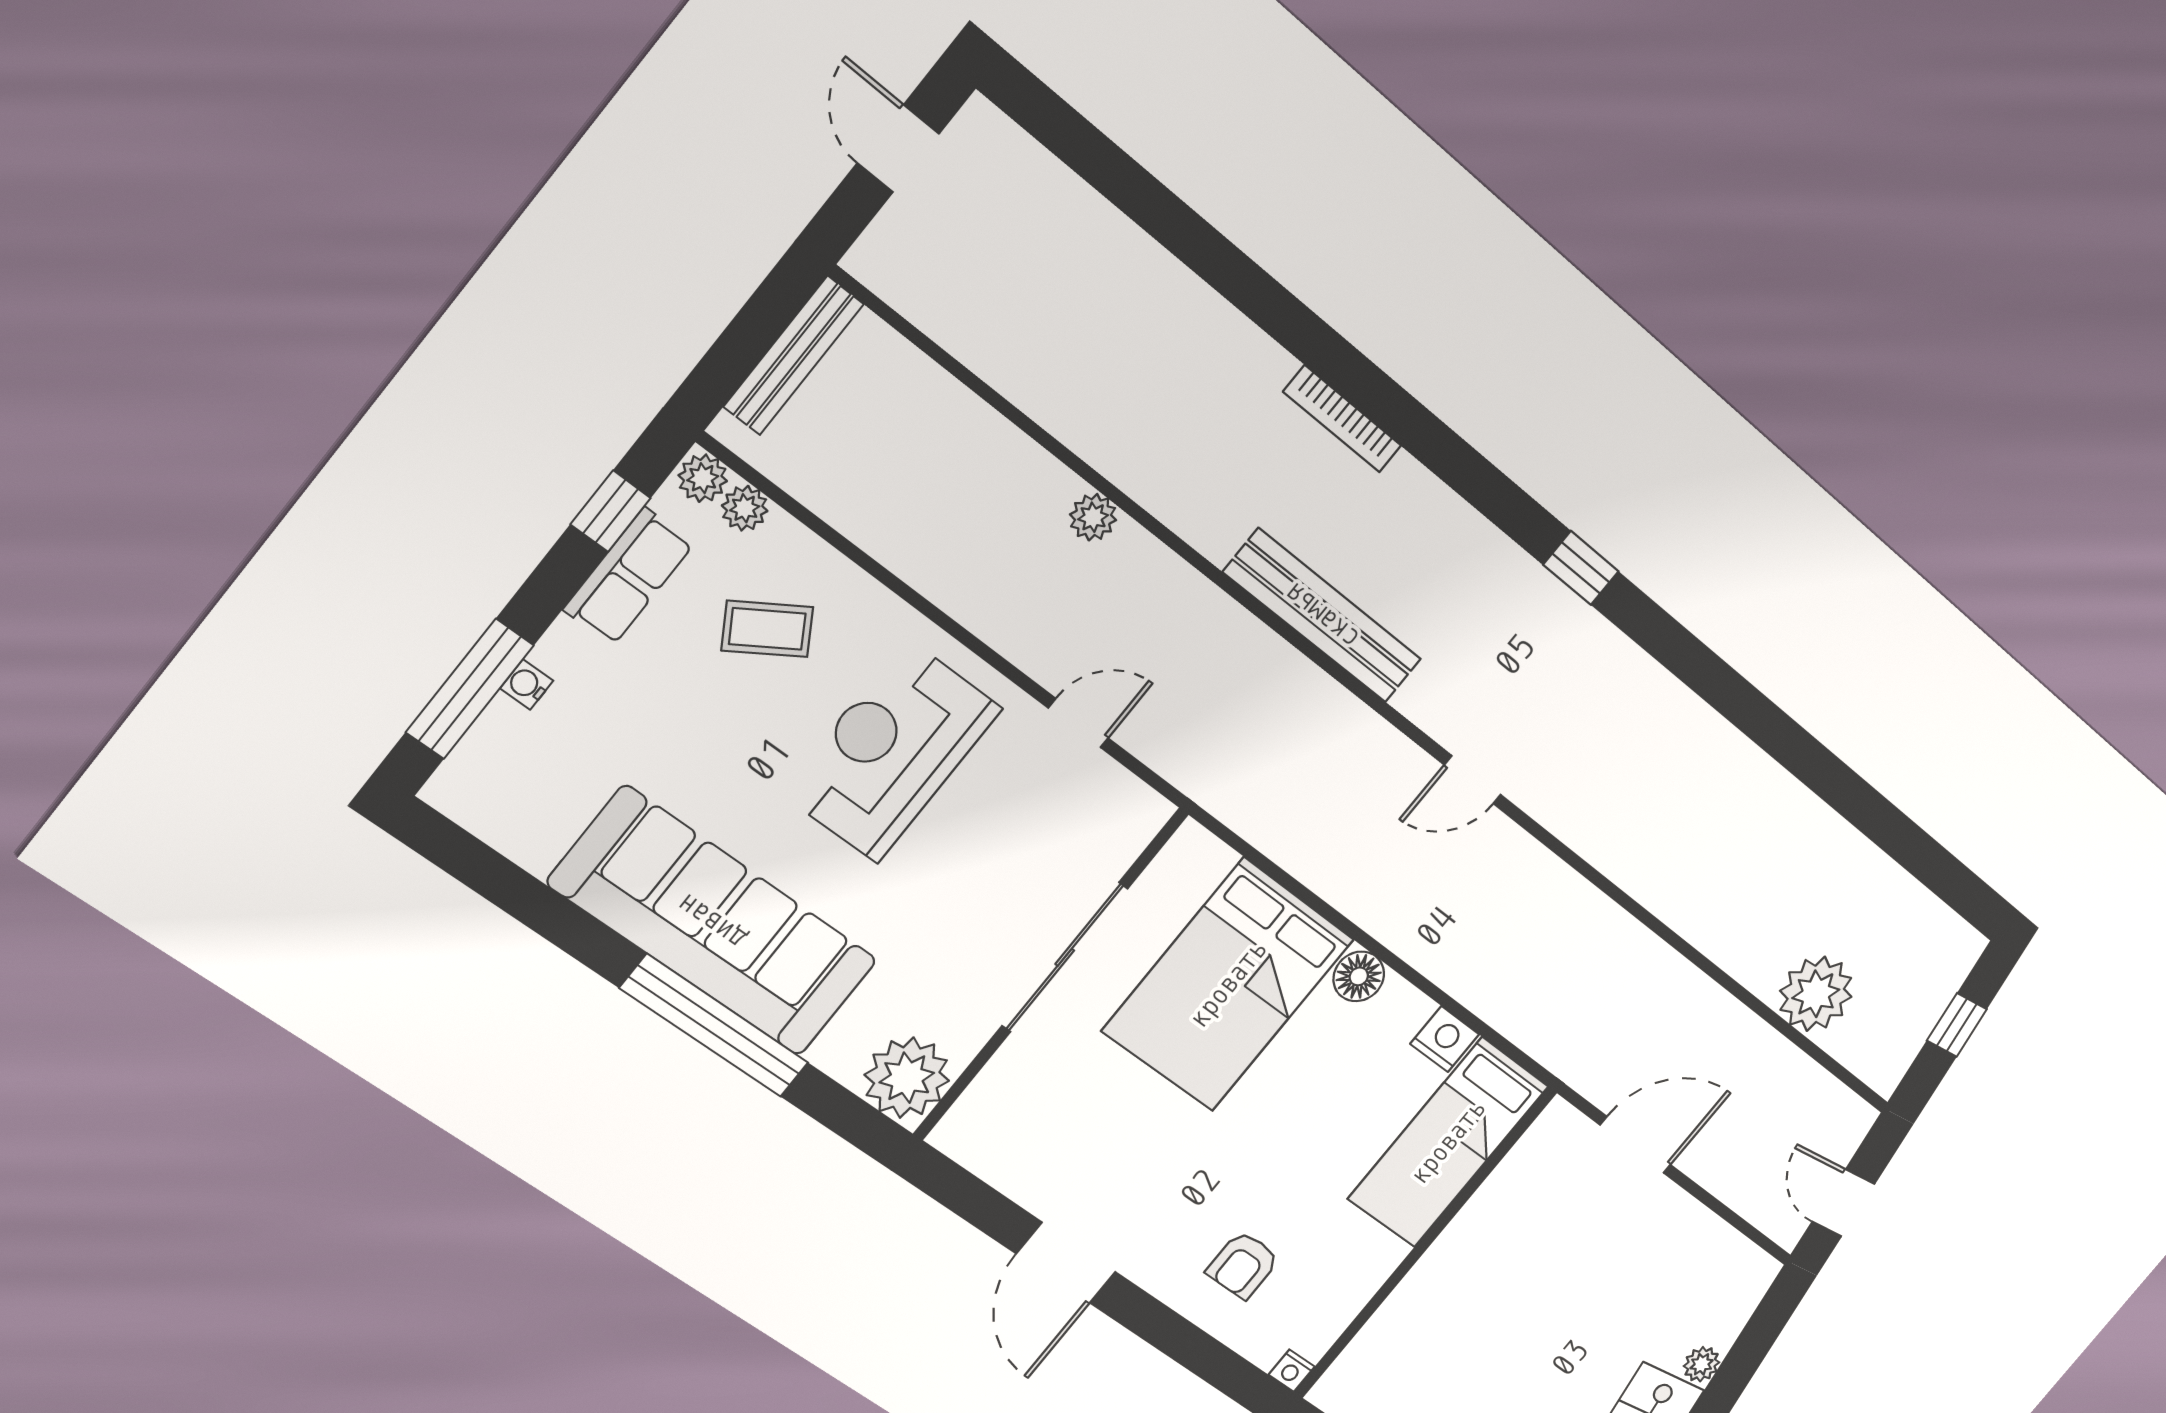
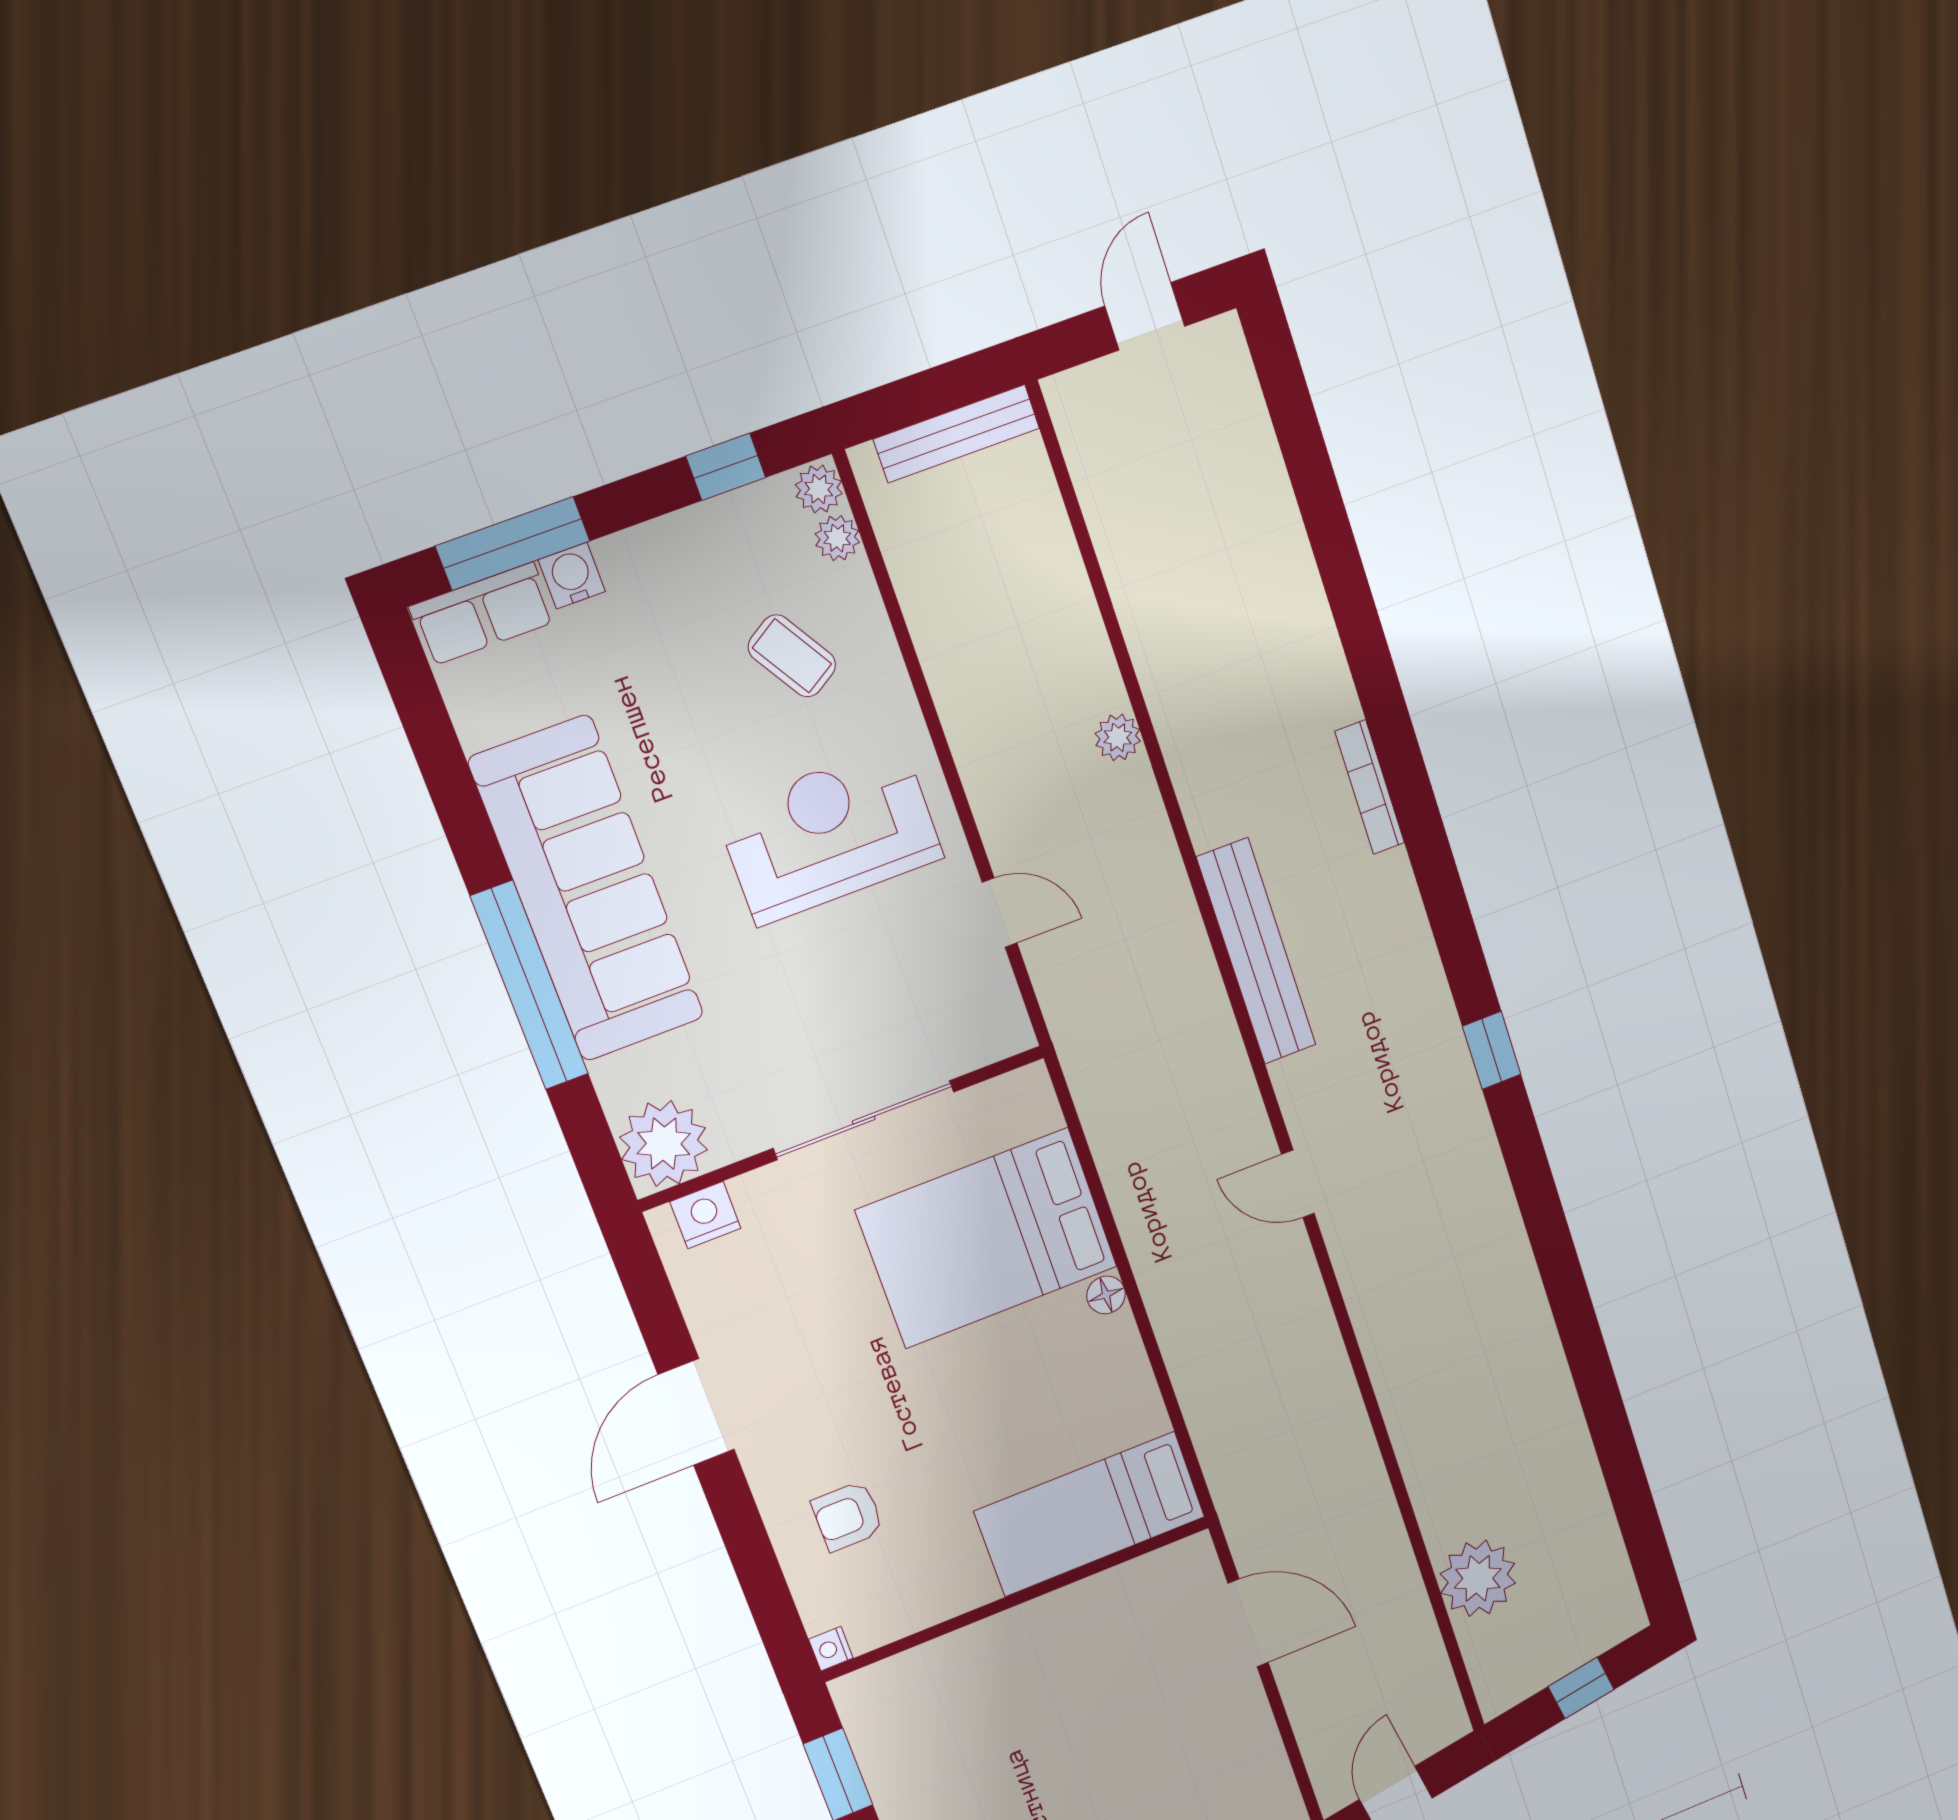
row of seats: (629, 577) -> (482, 614), moved
water cooler: (527, 685) -> (572, 576), width x1.38, depth x1.38
floor lamp: (1359, 976) -> (1106, 1295), width x0.73, depth x0.73
nightstand: (1445, 1039) -> (705, 1215), moved, turned -90

